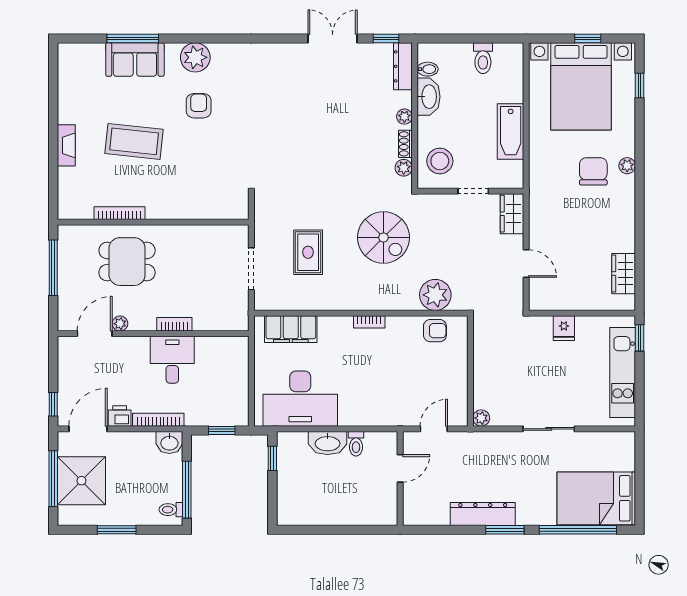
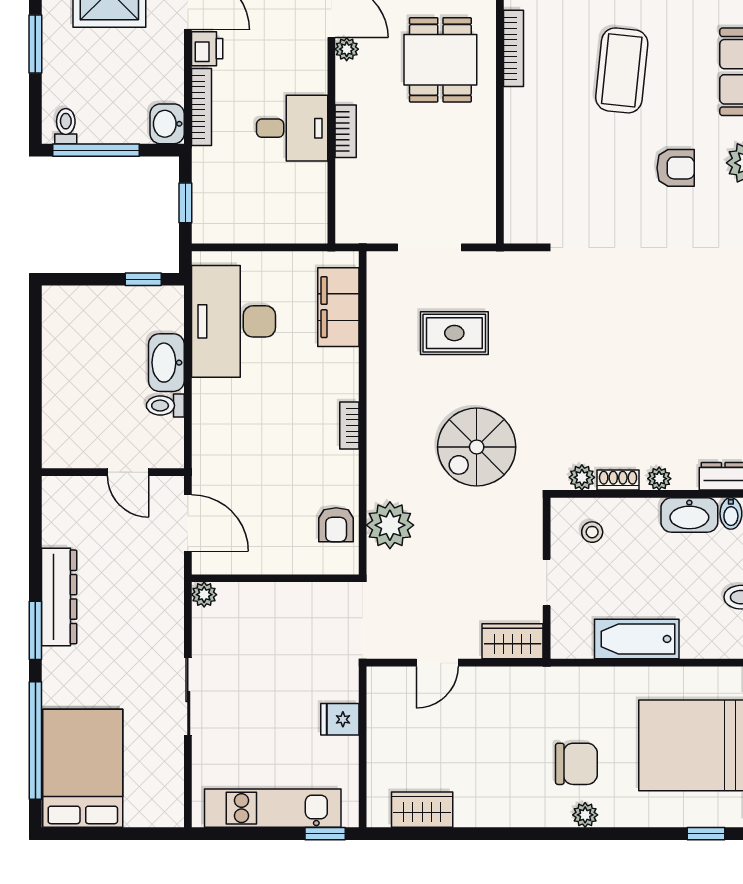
stool: (440, 161) -> (592, 532), width x0.53, depth x0.53
door: (434, 429) -> (188, 523), width x1.38

